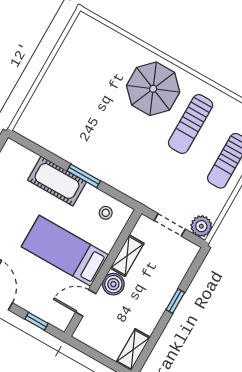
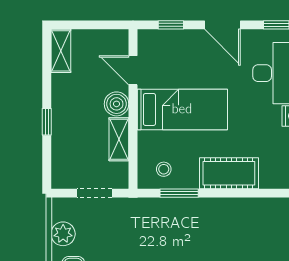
window: (84, 176) -> (179, 193), moved
plant: (201, 226) -> (63, 234), moved
door: (86, 303) -> (133, 70), swing flipped

